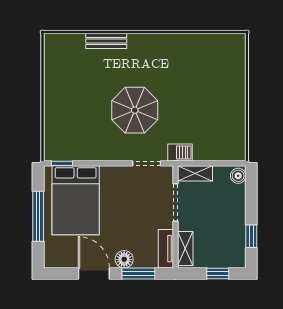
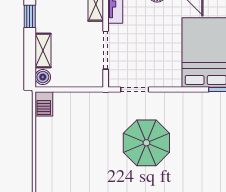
barbecue: (180, 152) -> (44, 104), moved, turned -90
shelving: (195, 173) -> (43, 51), moved, turned 90

